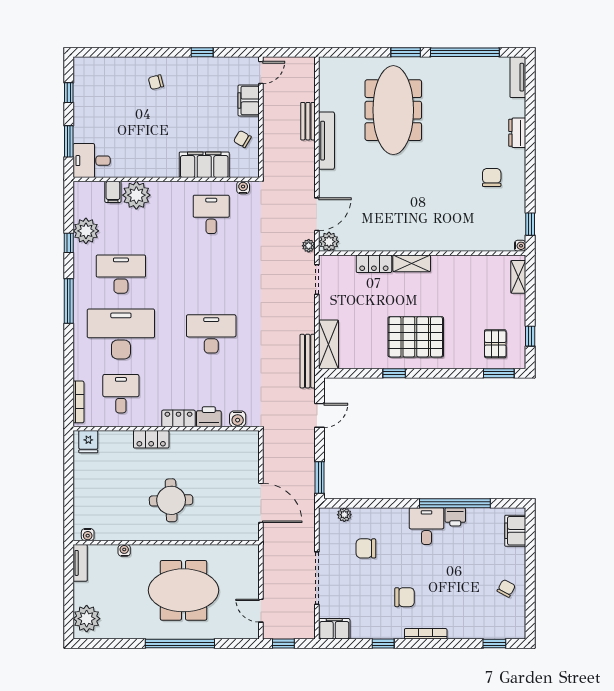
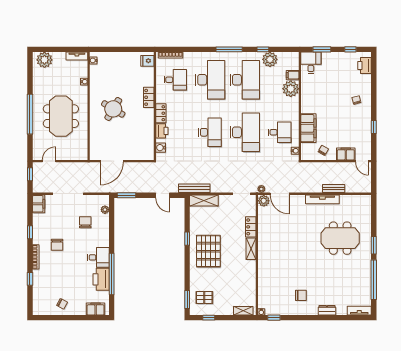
printer: (96, 68) -> (365, 66), added
meeting table: (393, 110) -> (340, 238), width x0.73
desk: (121, 274) -> (245, 80), width x1.36, depth x1.30
desk: (211, 274) -> (245, 132), added
round table: (171, 500) -> (113, 109), turned 33
printer: (455, 517) -> (101, 279), width x1.87, depth x1.48
window: (494, 644) -> (30, 279), moved

